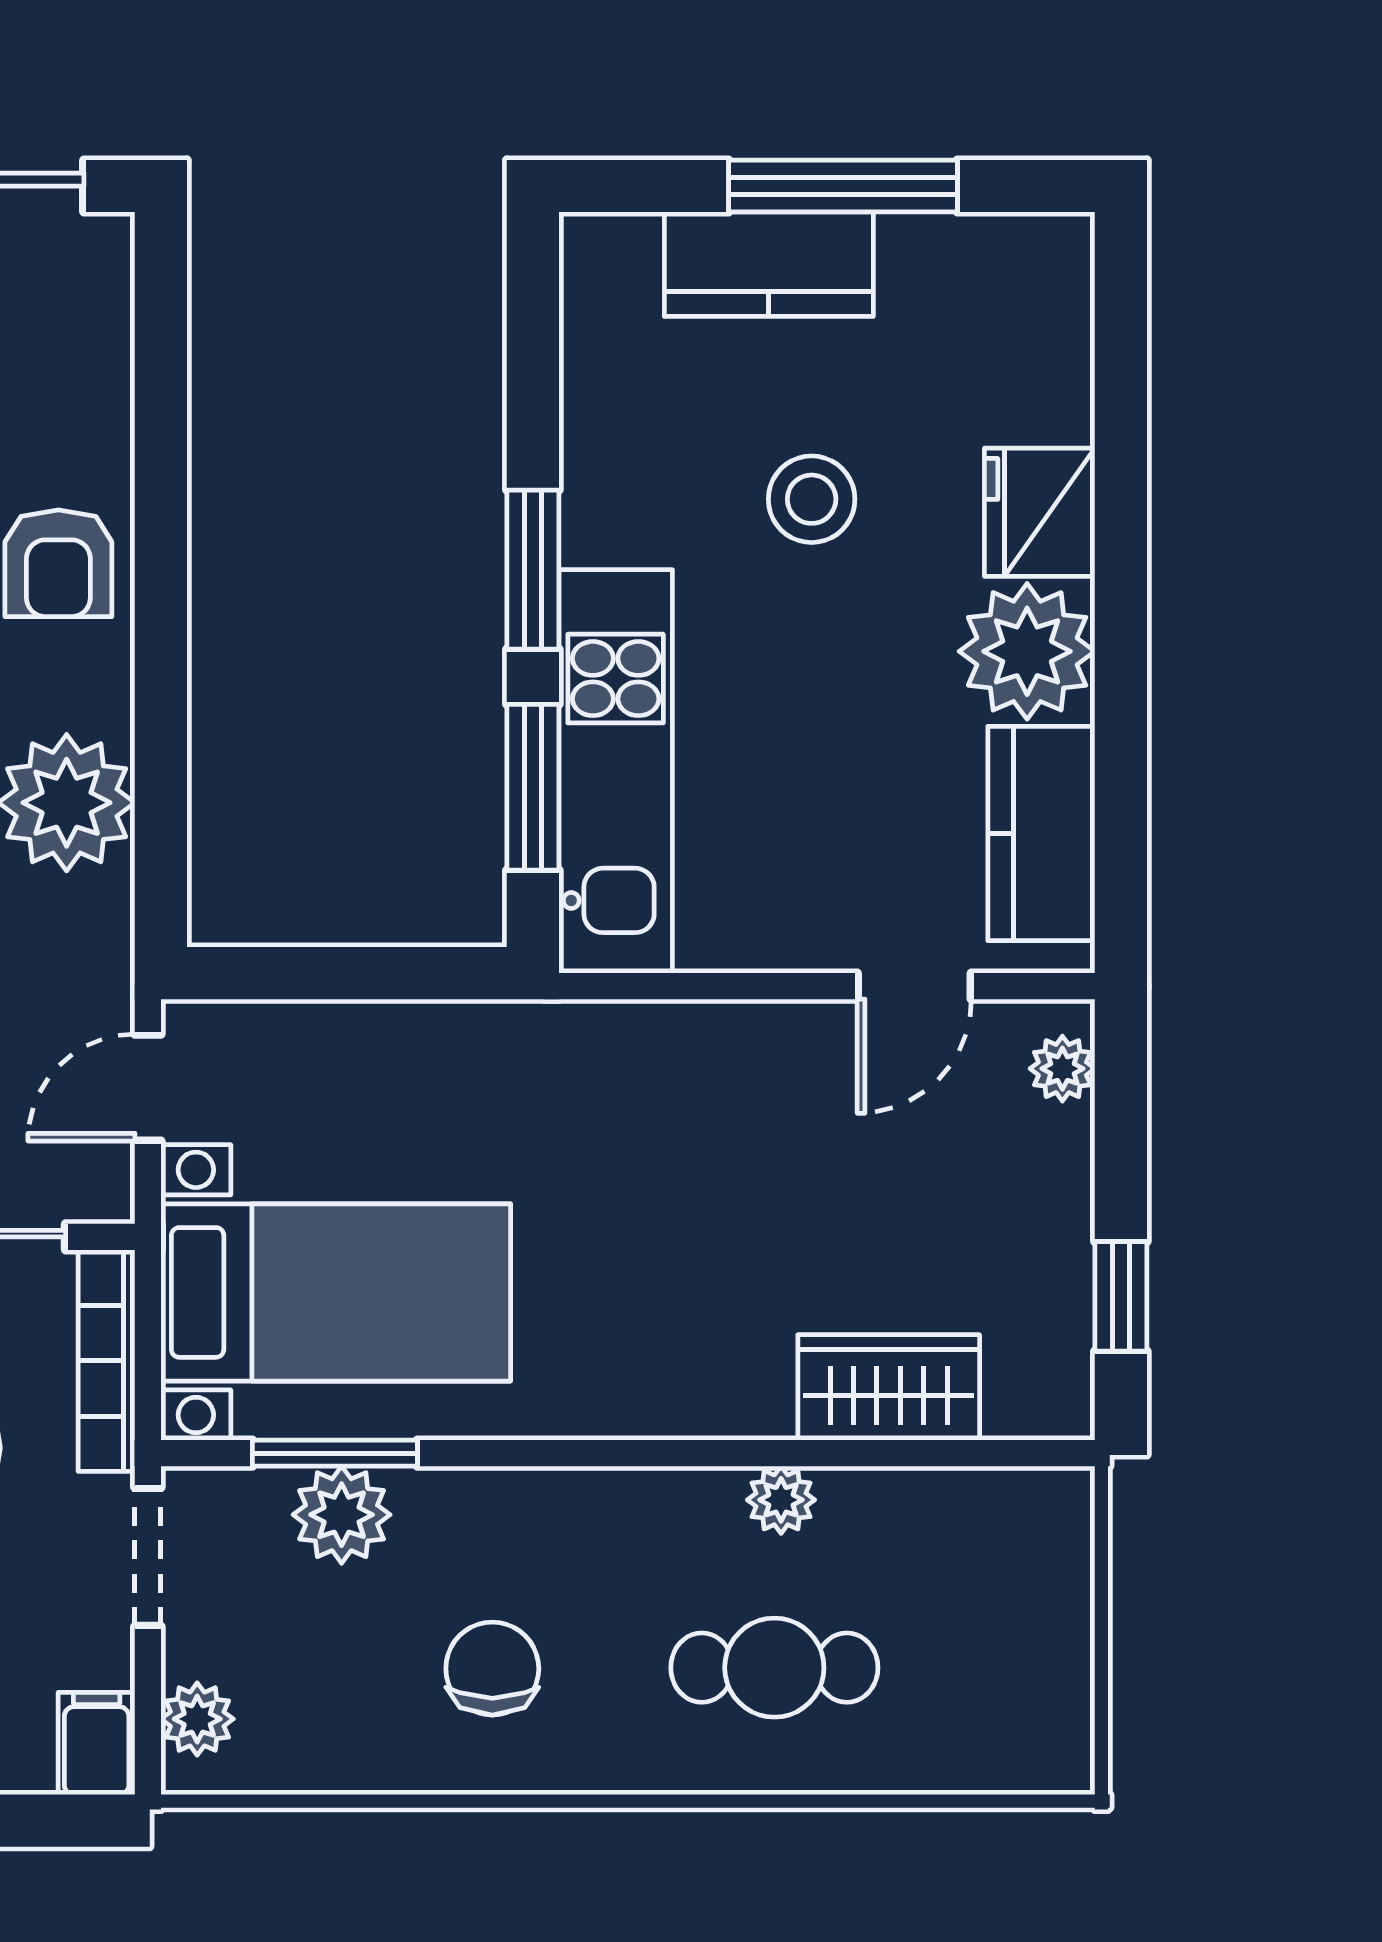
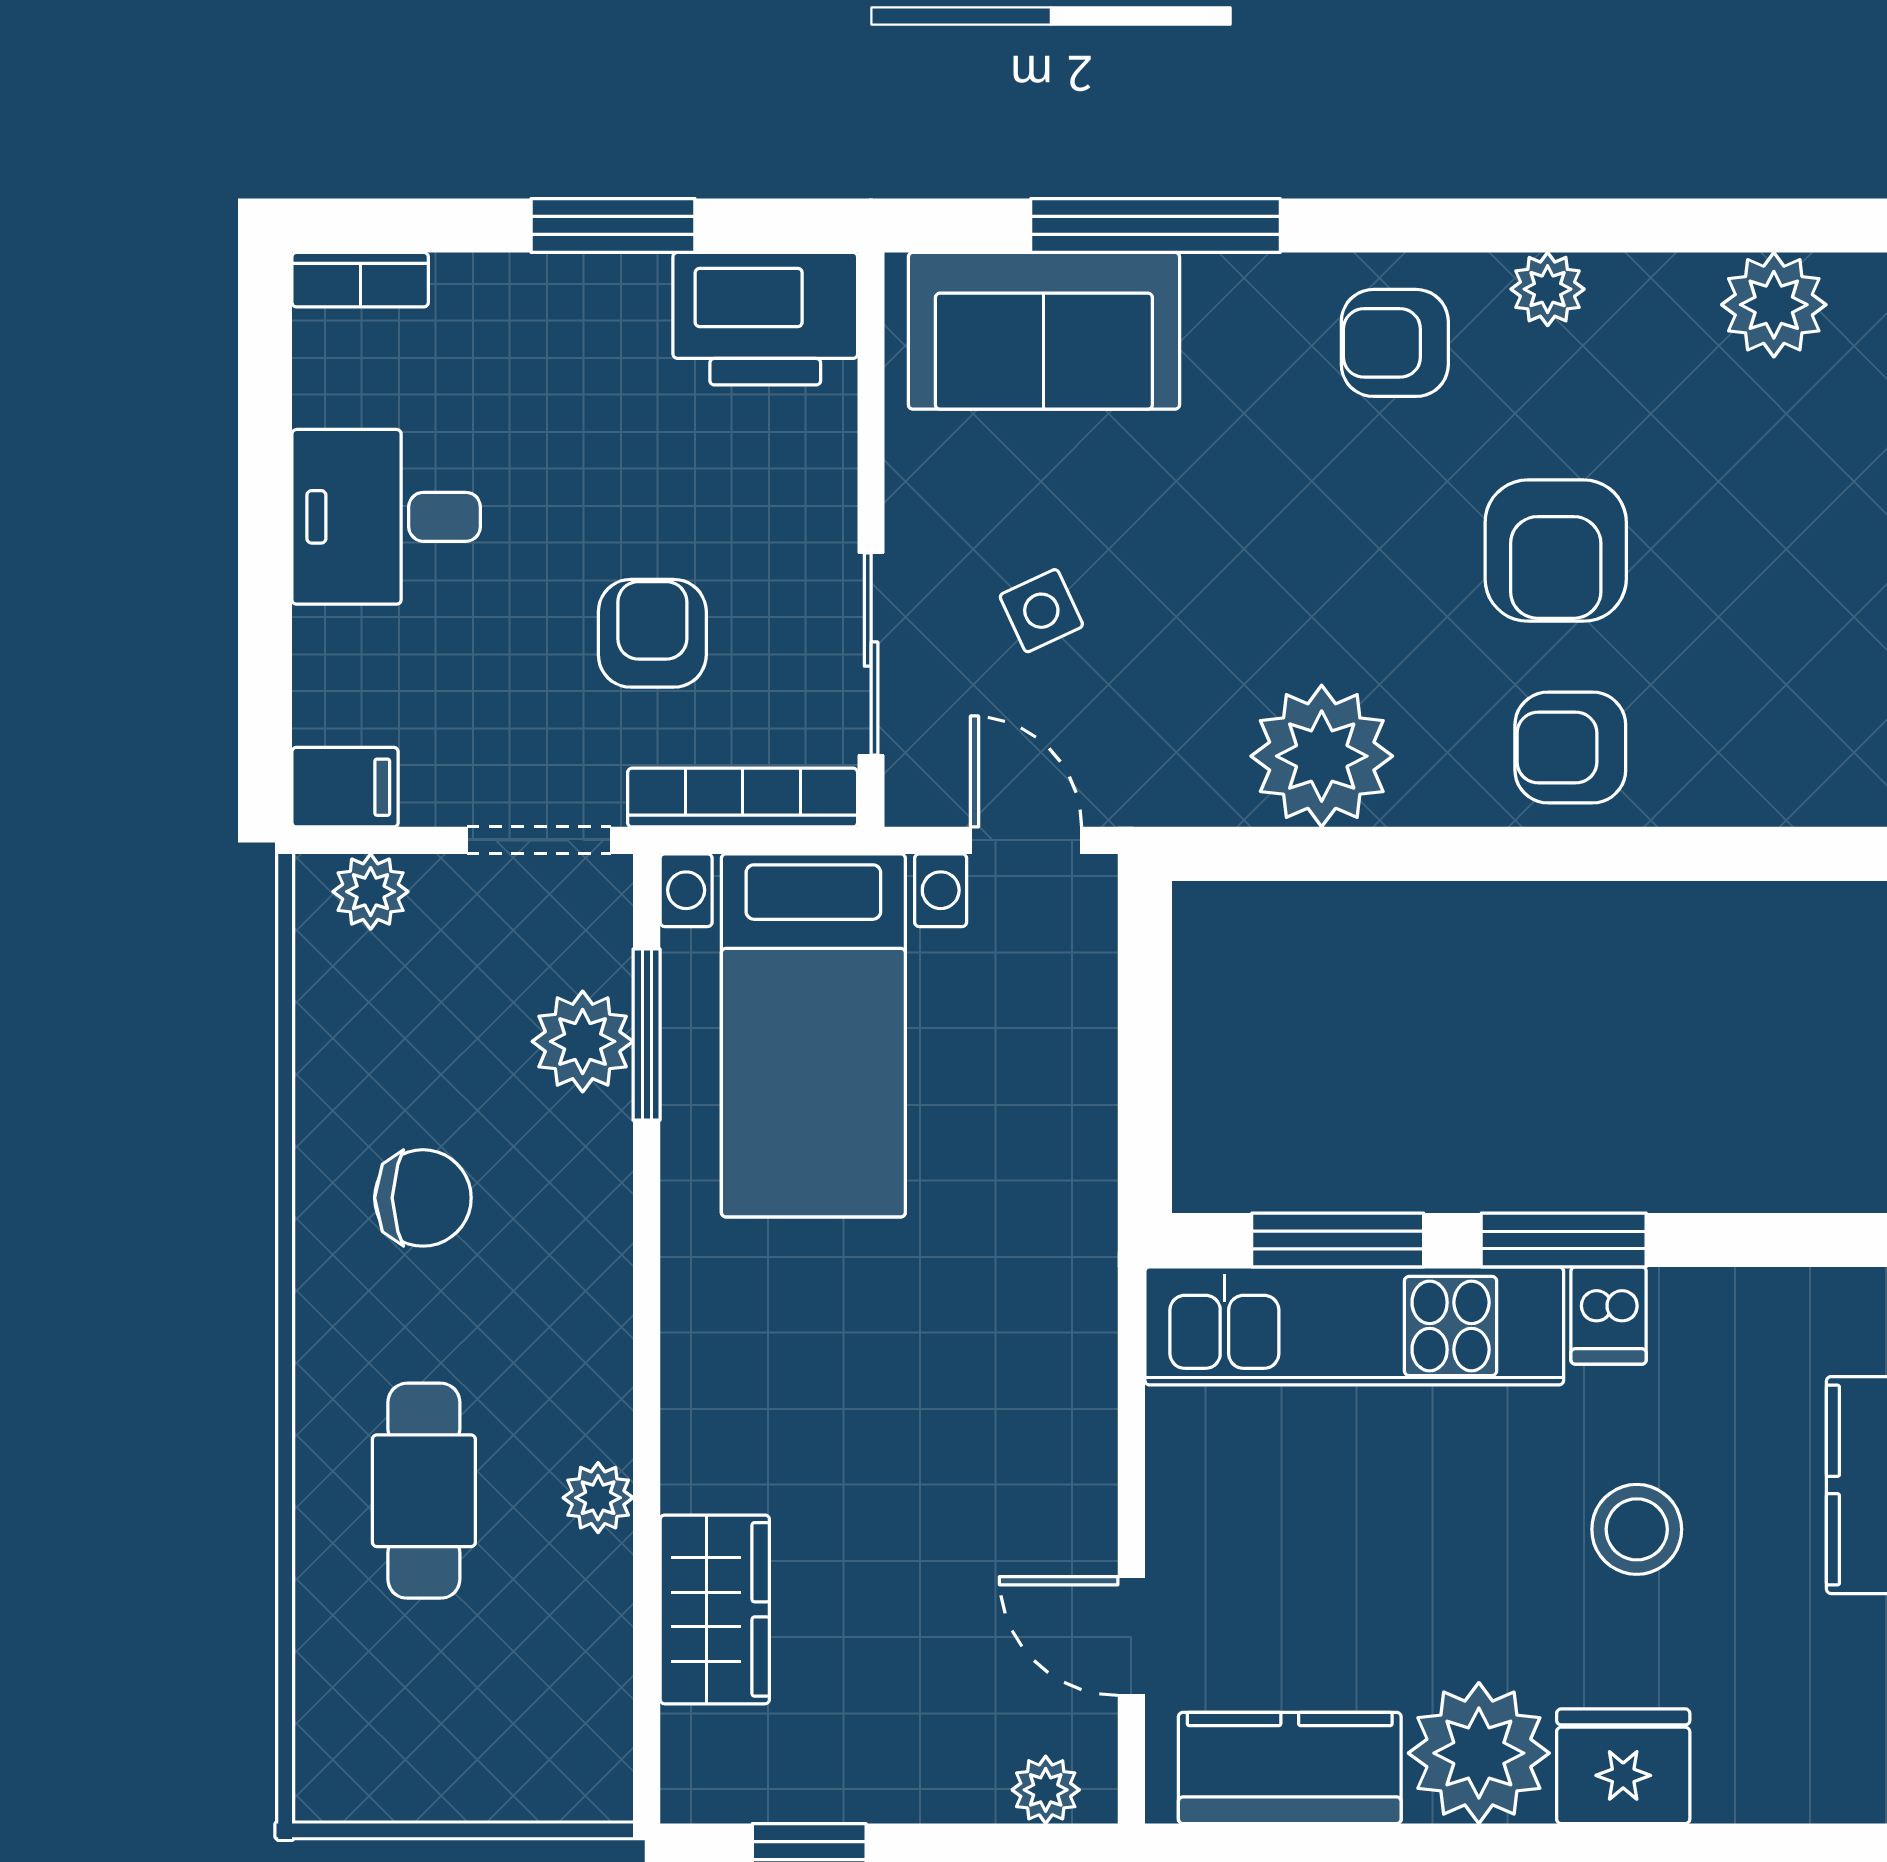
dishwasher: (606, 526) -> (1609, 1316), added

